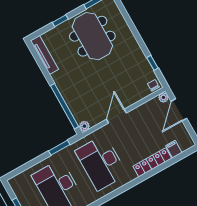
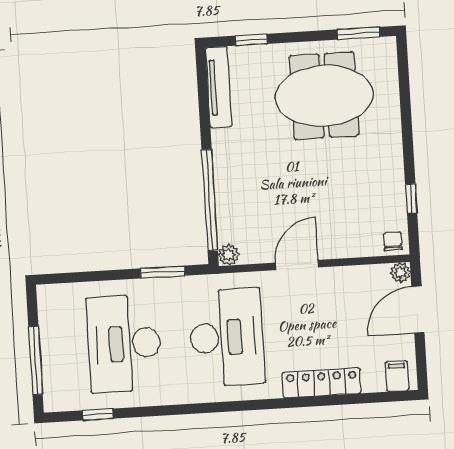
window: (60, 21) -> (251, 40), moved
meeting table: (92, 36) -> (324, 96), turned 90
filing cabinet: (174, 149) -> (397, 376), moved
desk: (101, 163) -> (227, 337), turned 180

